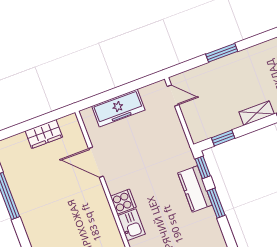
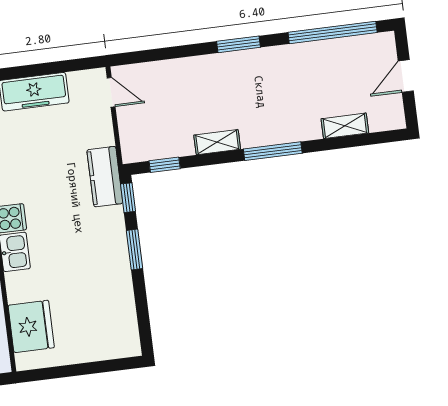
window: (222, 53) -> (239, 44), moved
kitchen counter: (195, 189) -> (105, 177), moved

